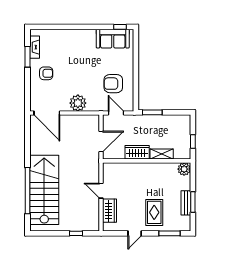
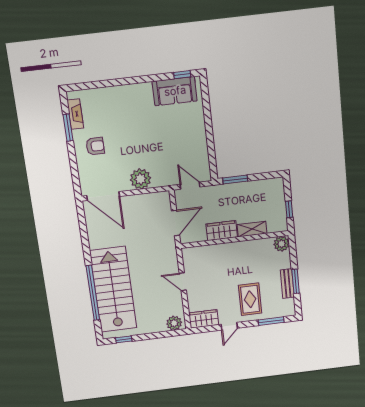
armchair: (113, 84) -> (182, 149), removed
wardrobe: (110, 211) -> (204, 319), moved, turned -90
plant: (90, 225) -> (174, 323), added
window: (76, 233) -> (124, 339), moved

